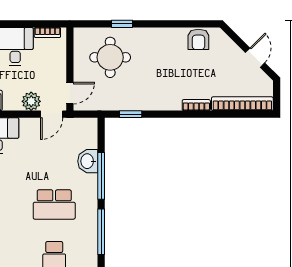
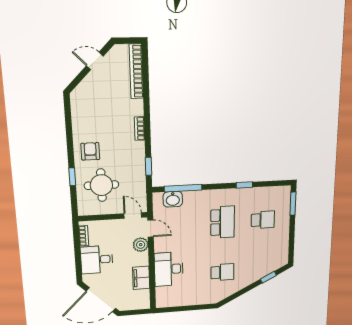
armchair: (198, 39) -> (90, 151), moved, turned -90
bookcase: (196, 105) -> (140, 129), moved
washbasin: (88, 161) -> (173, 199), moved
window: (101, 176) -> (183, 188), moved
window: (101, 232) -> (244, 185), width x0.46

